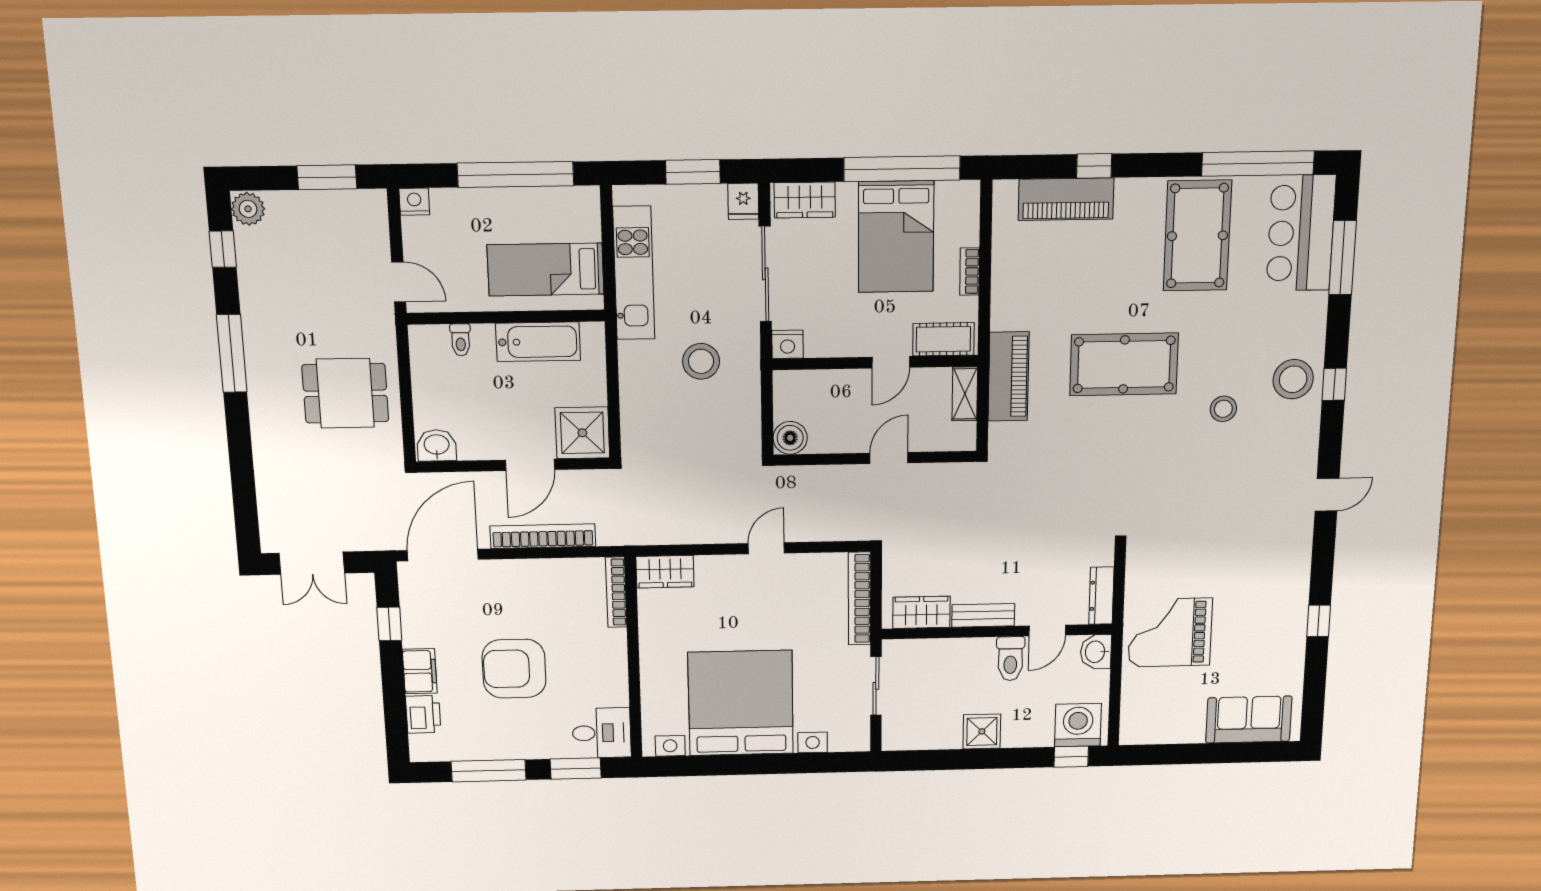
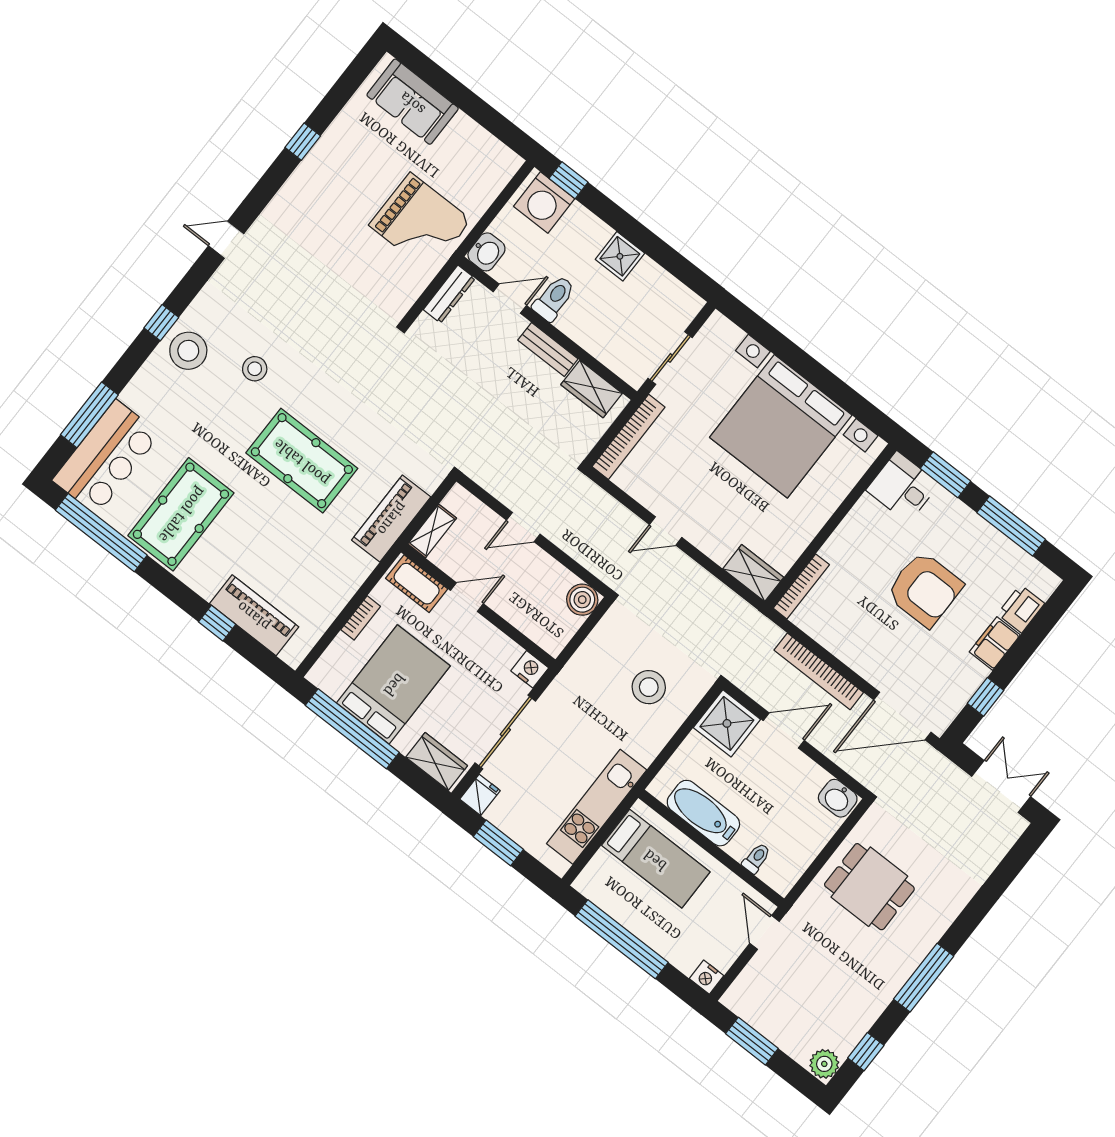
stool: (701, 361) -> (649, 687), moved

